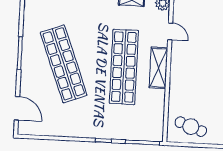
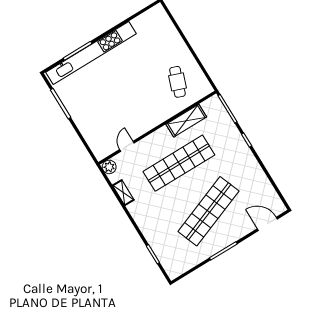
shelving: (158, 68) -> (186, 121), moved
door: (17, 108) -> (267, 224), hinge flipped
cafe table: (191, 127) -> (177, 82), moved

